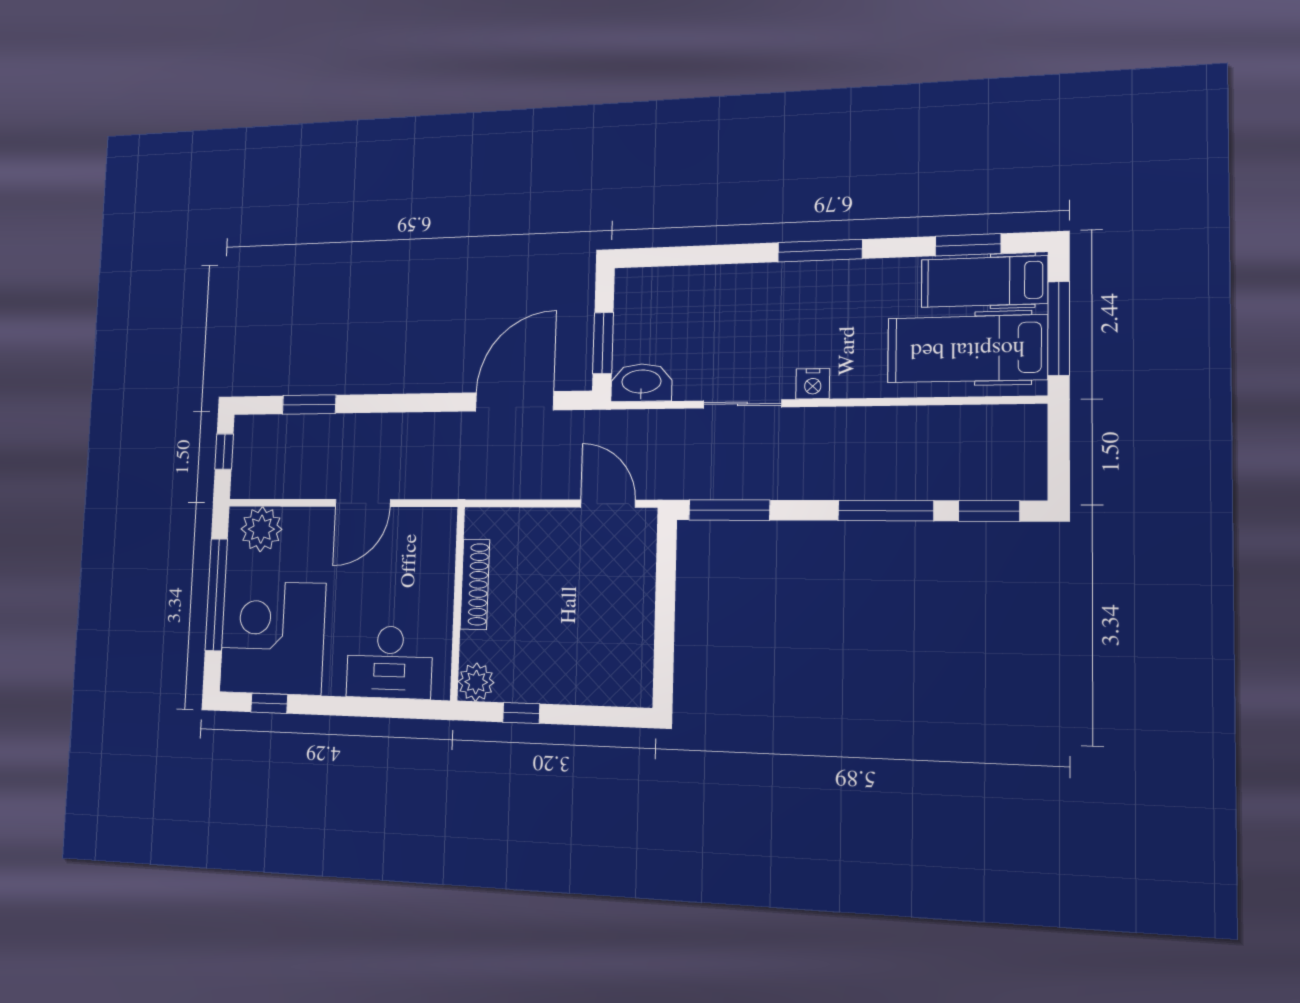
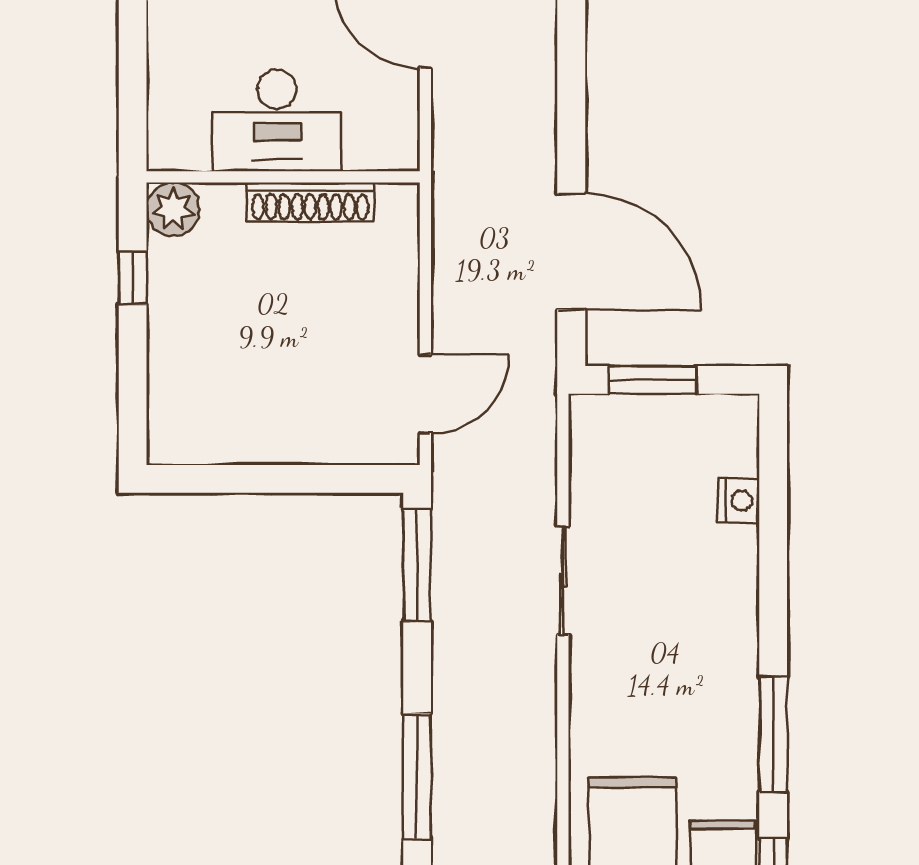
window: (820, 251) -> (773, 734), moved
washbasin: (641, 383) -> (595, 437), removed
nightstand: (813, 384) -> (739, 501), moved, turned 180
desk: (389, 662) -> (277, 121), moved, turned -90

